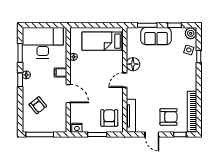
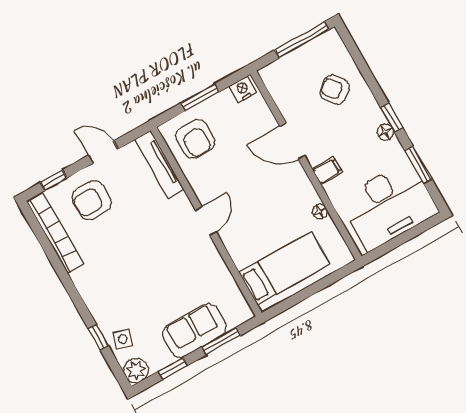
floor lamp: (133, 64) -> (207, 258), removed

